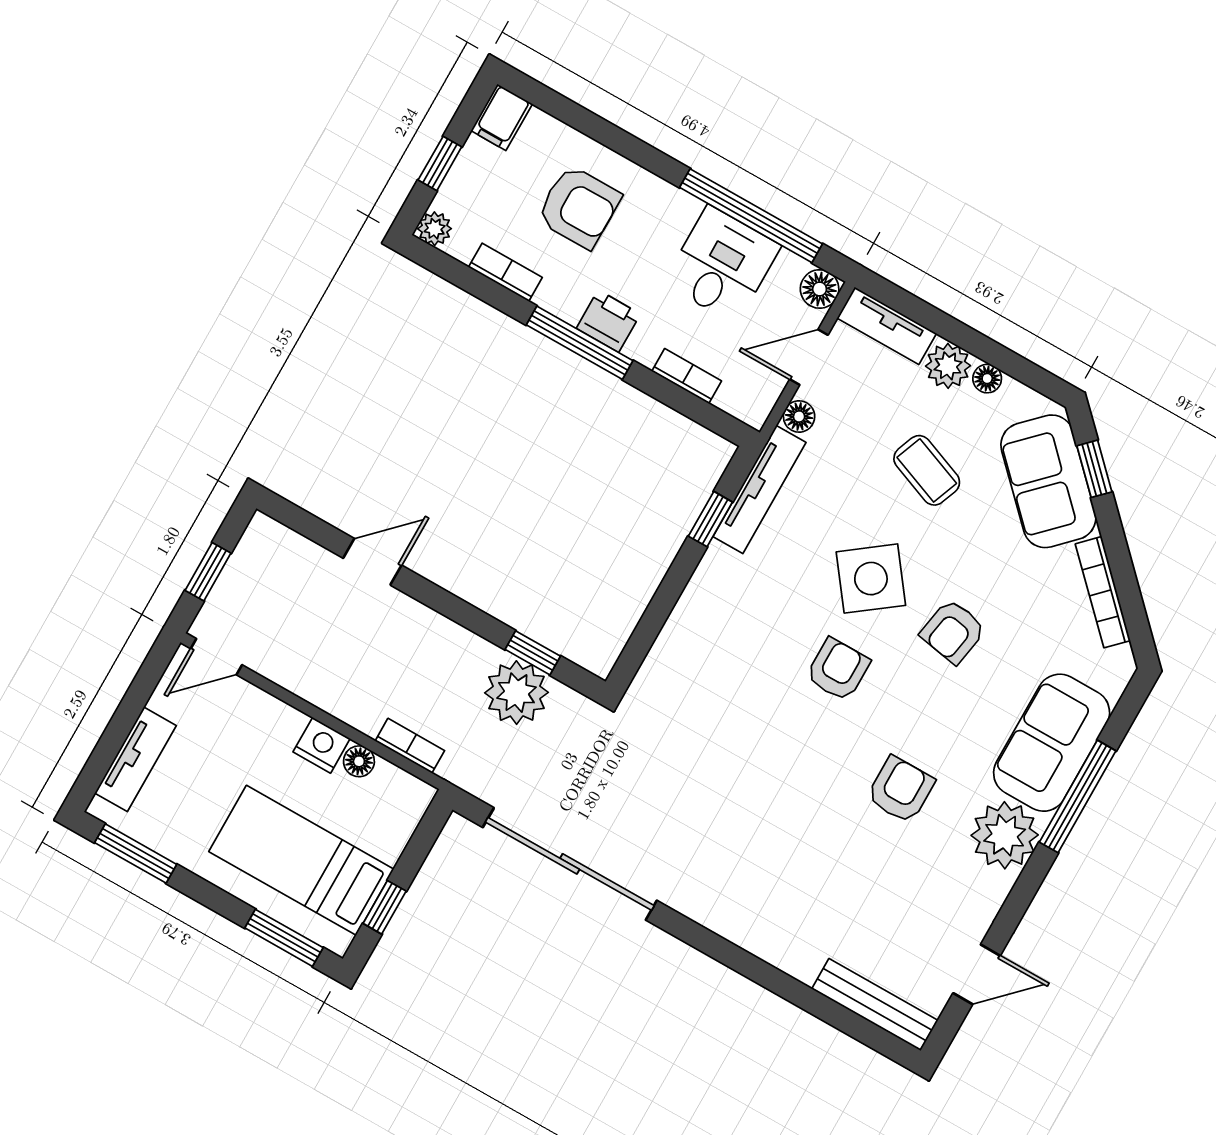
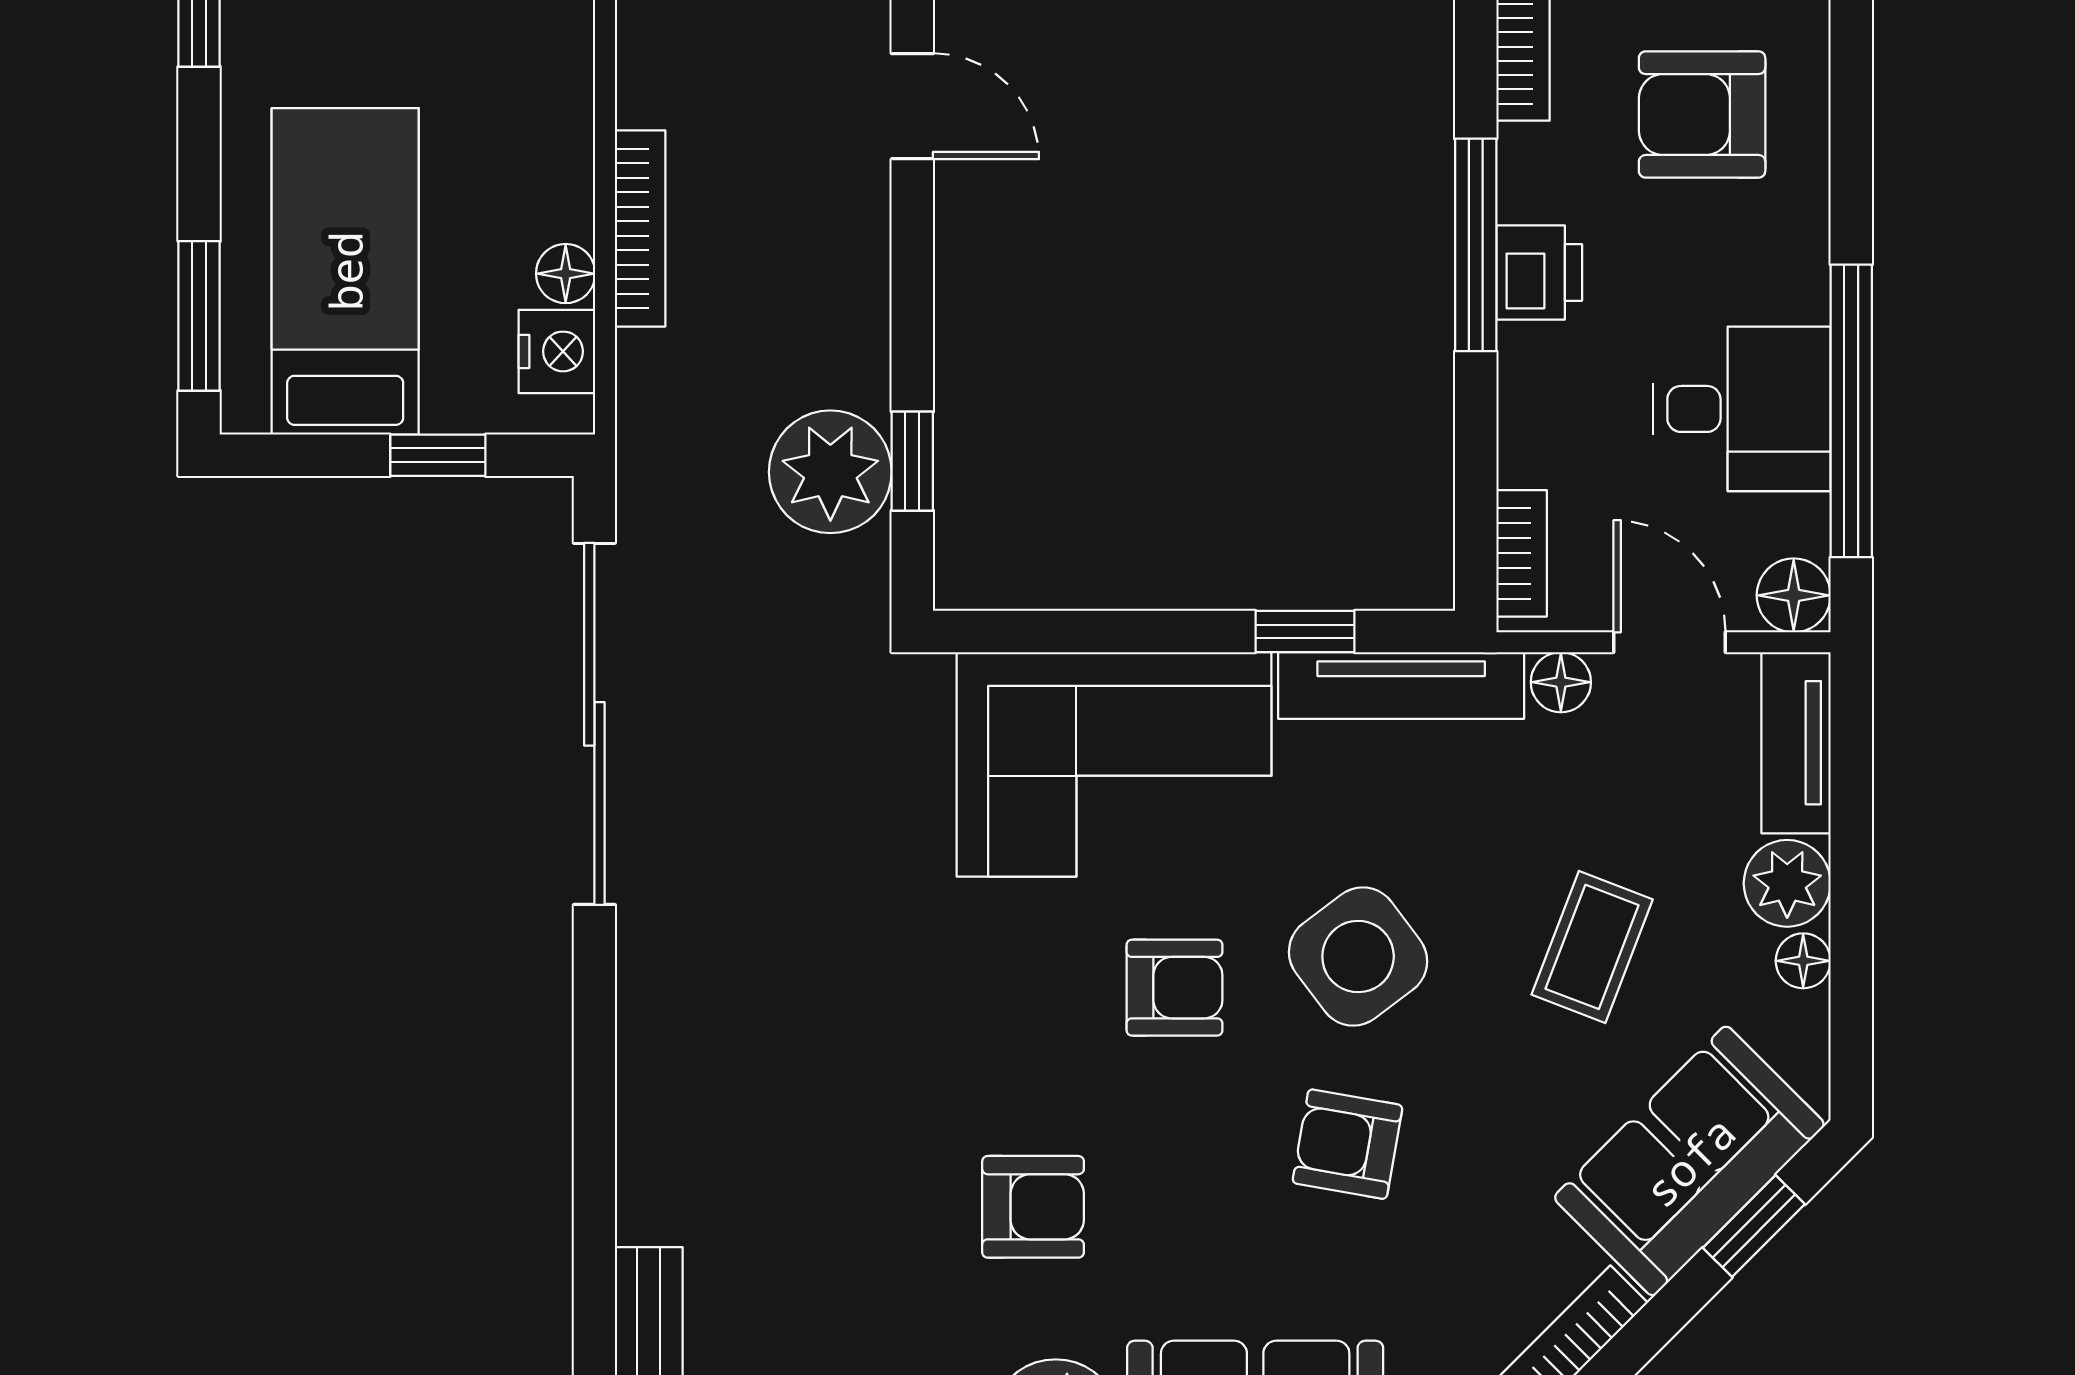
armchair: (579, 207) -> (1702, 115), turned 90
bookcase: (687, 376) -> (1522, 553), moved
corner sofa: (722, 639) -> (1114, 764), added
nightstand: (322, 745) -> (557, 351), moved
bookcase: (410, 746) -> (640, 228), moved, width x1.56
window: (385, 907) -> (438, 455), moved

